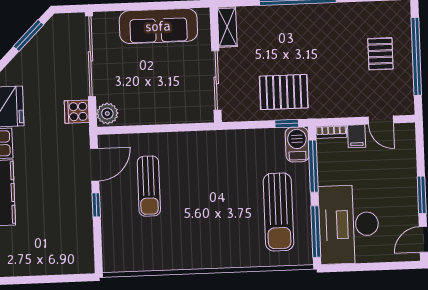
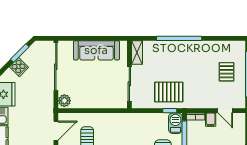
cooker: (77, 112) -> (19, 67), moved, turned -135

